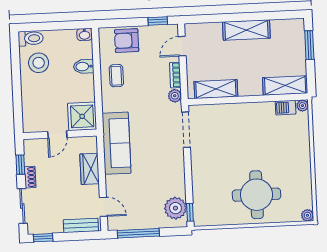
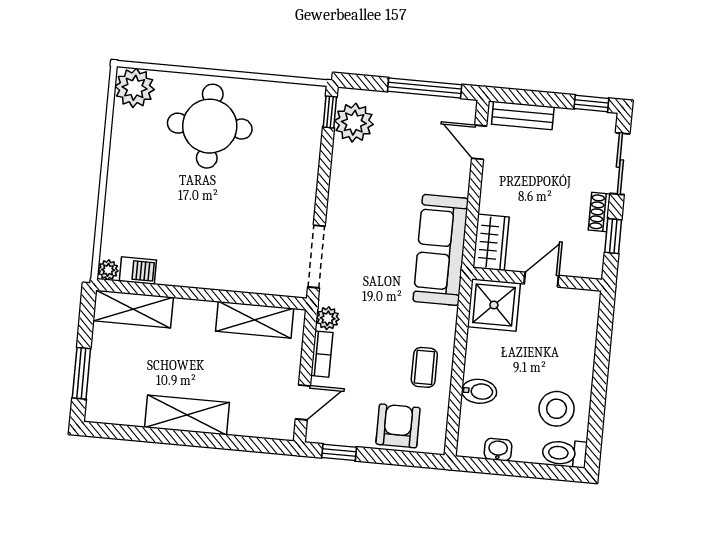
washbasin: (85, 34) -> (498, 450), moved
armchair: (127, 41) -> (398, 426), turned -90
wardrobe: (89, 169) -> (491, 242), moved
plant: (307, 215) -> (135, 88), width x1.87, depth x1.87

